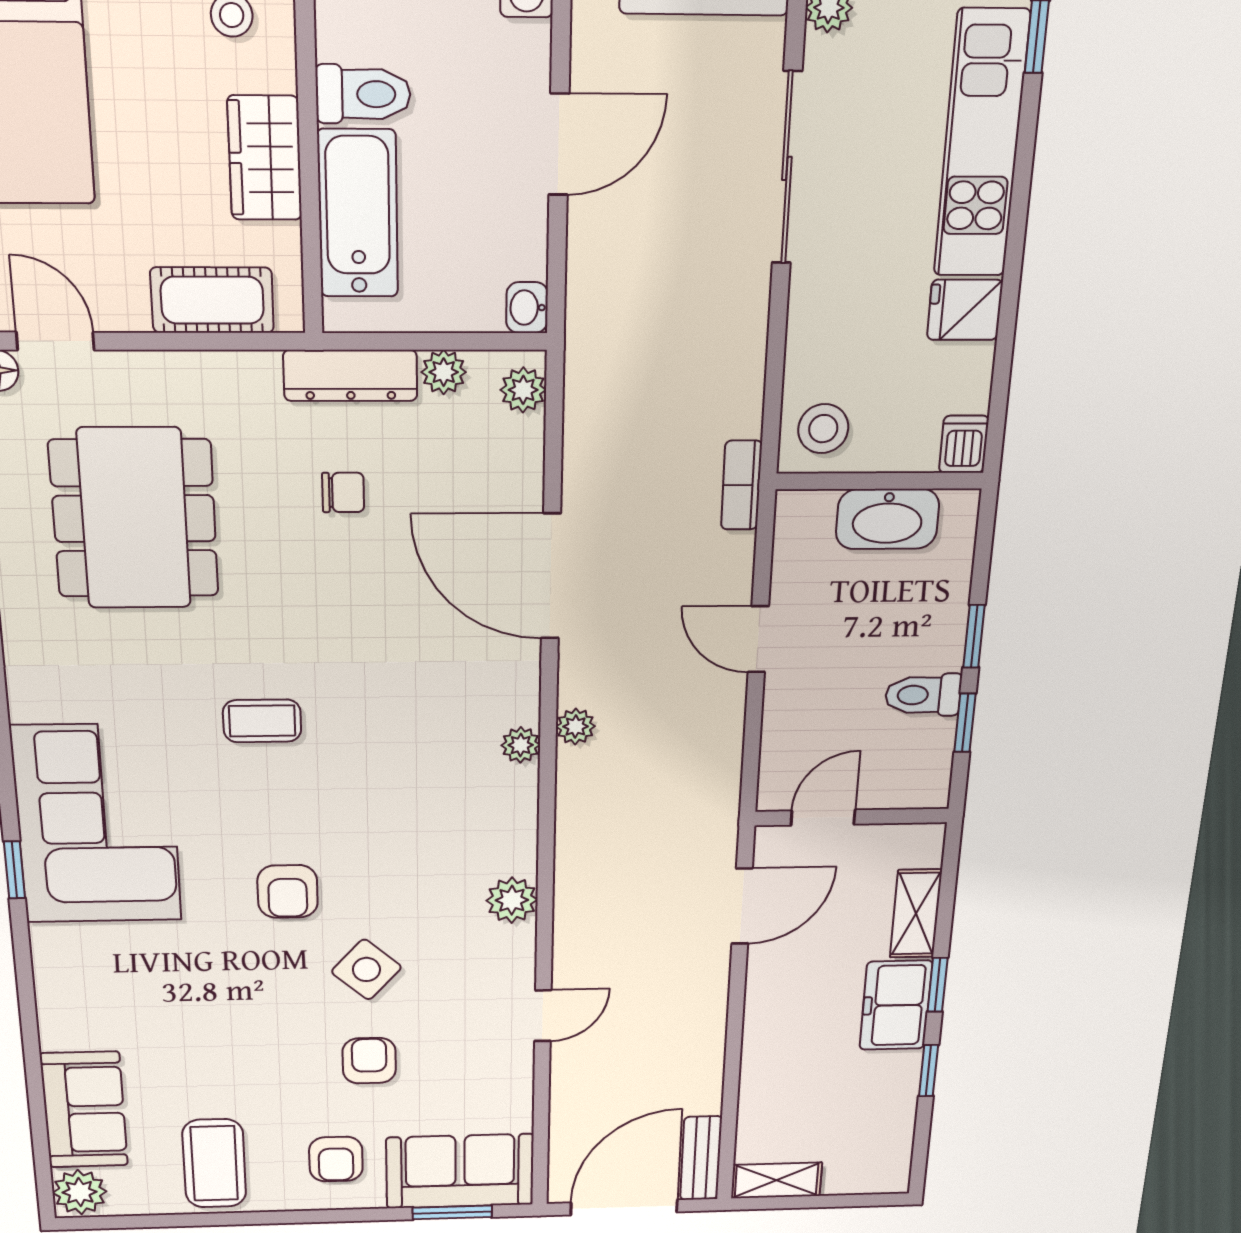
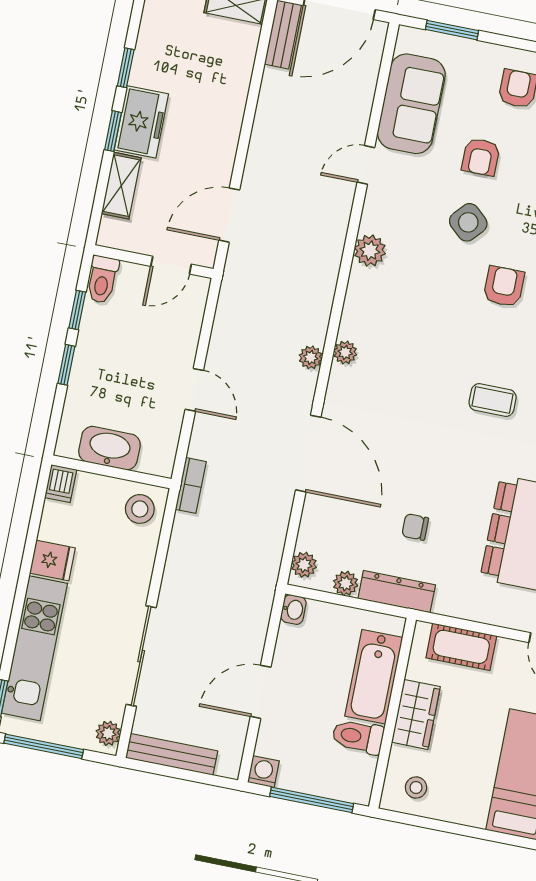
toilet: (923, 695) -> (102, 280), moved, turned 90
sofa: (460, 1171) -> (411, 104), moved, turned -90

